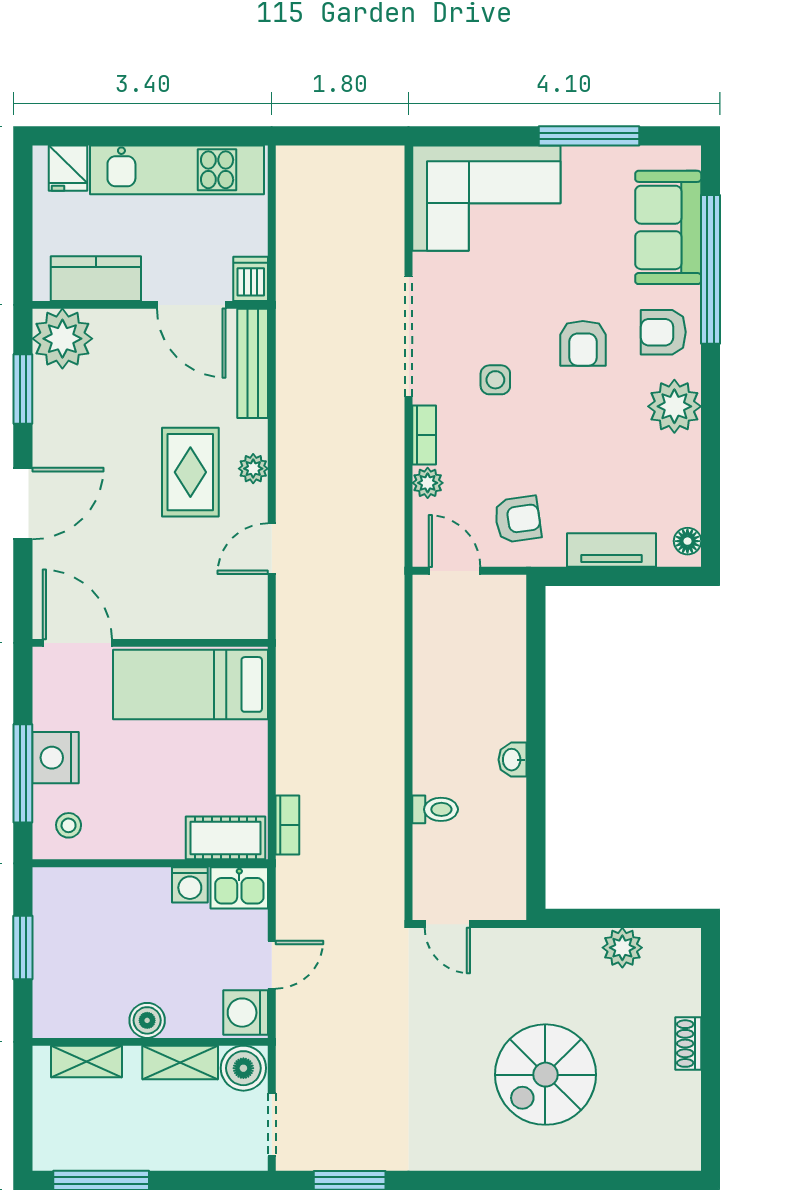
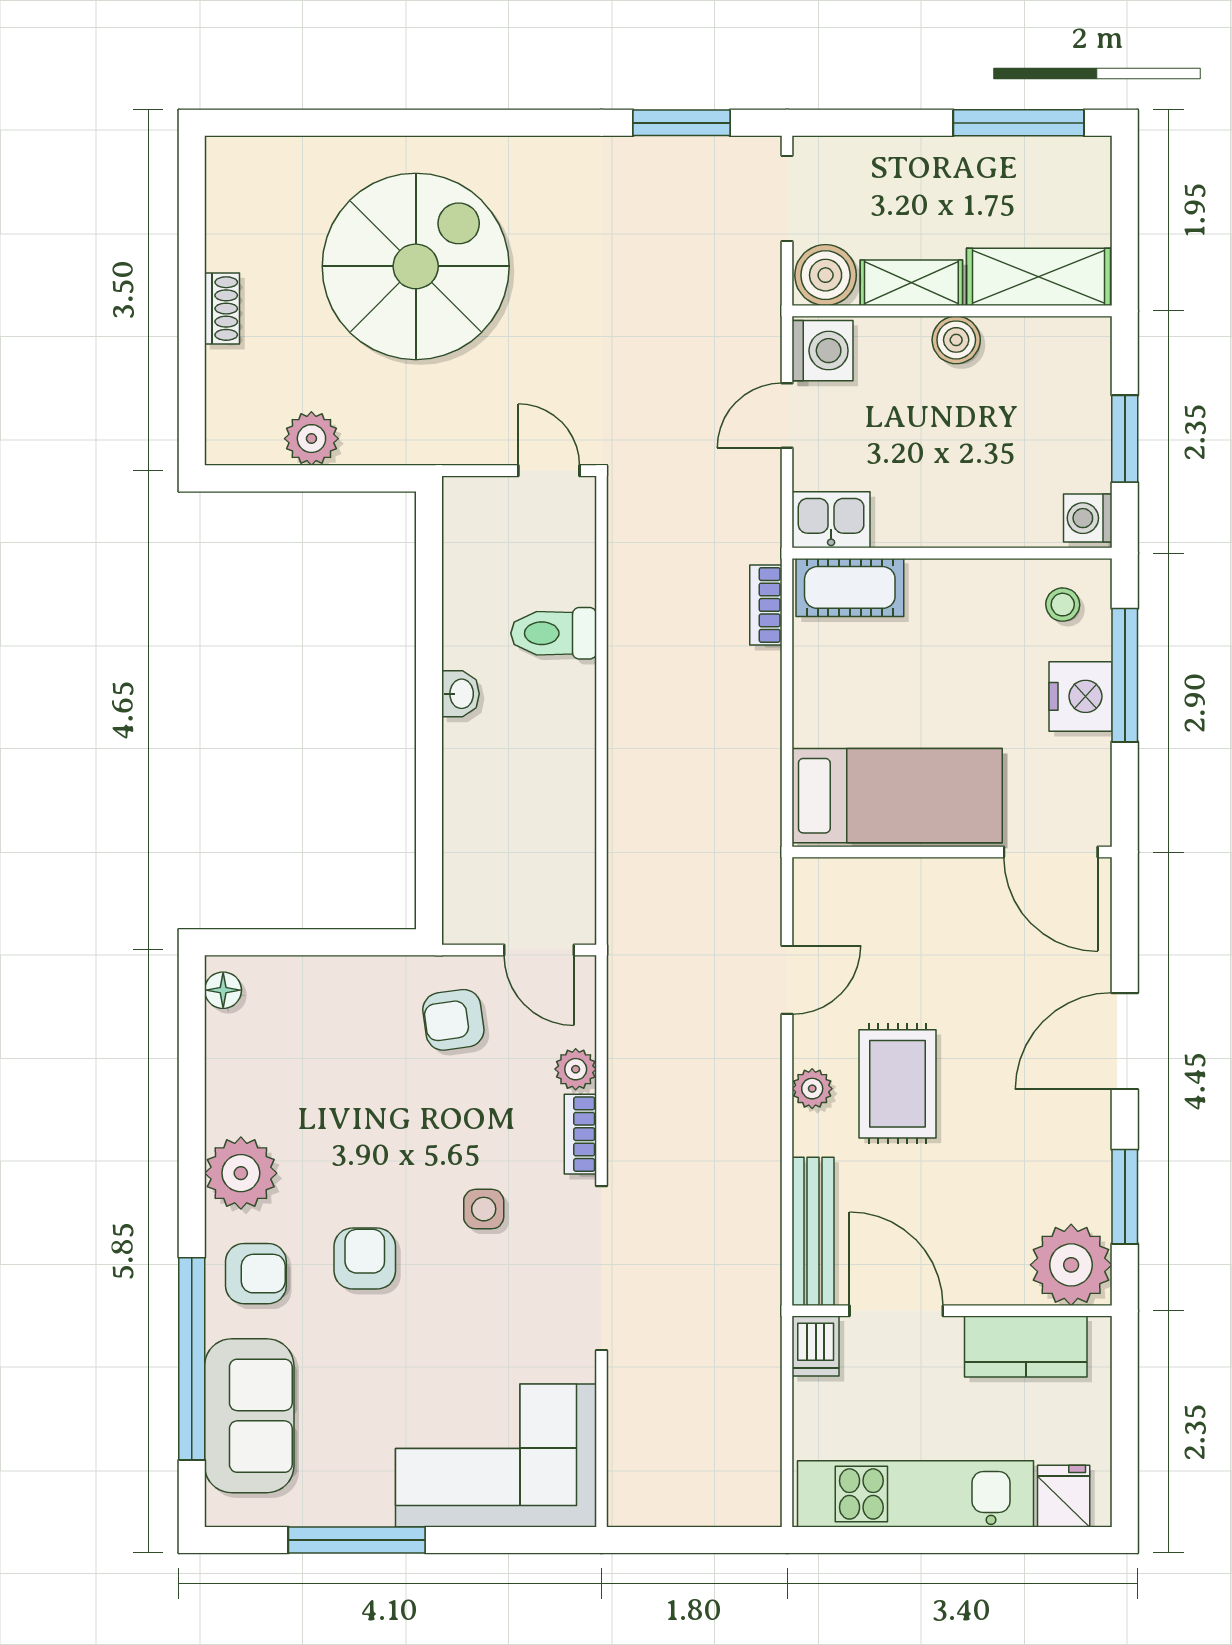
tv unit: (612, 550) -> (326, 978), removed
toilet: (435, 809) -> (554, 633), width x1.37, depth x1.39
washing machine: (190, 885) -> (1088, 518), moved, turned -90
shelving: (86, 1062) -> (1038, 277), width x1.50, depth x1.33
spiral stairs: (545, 1075) -> (416, 266), width x1.37, depth x1.37

